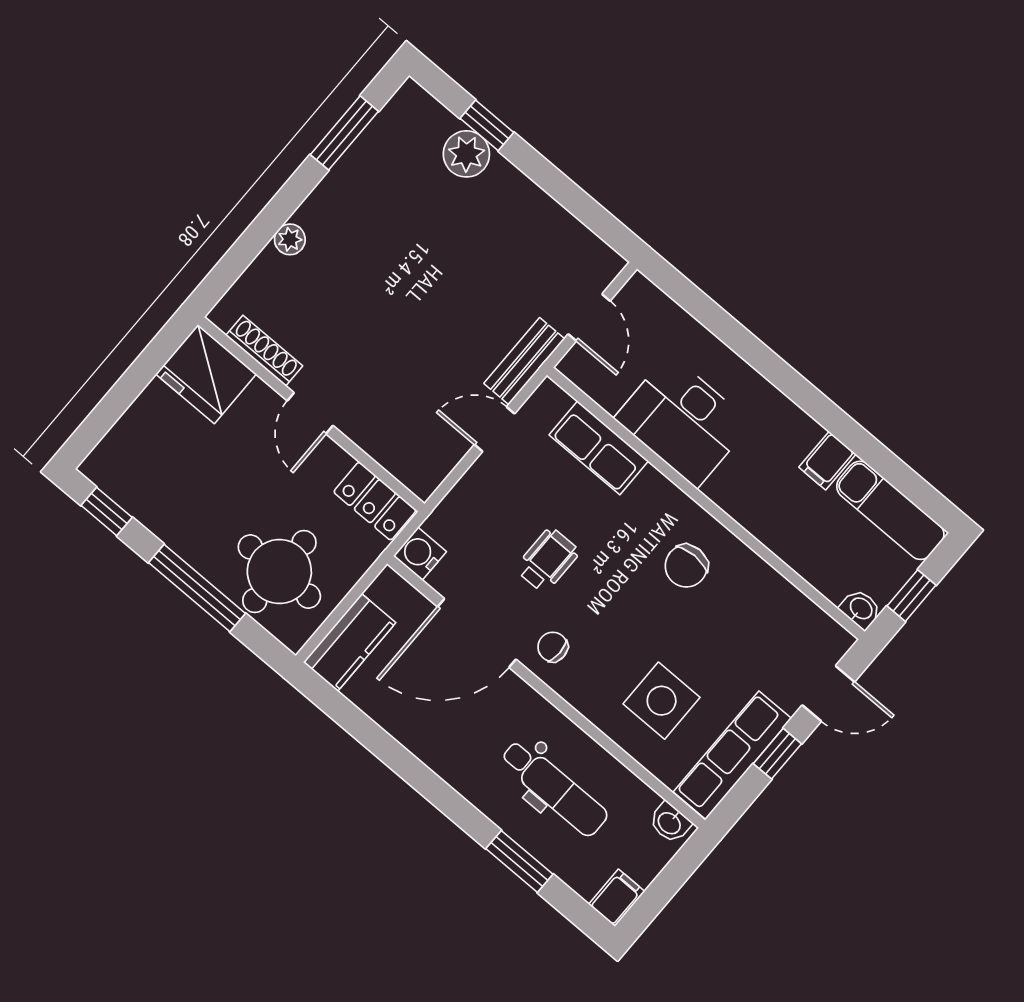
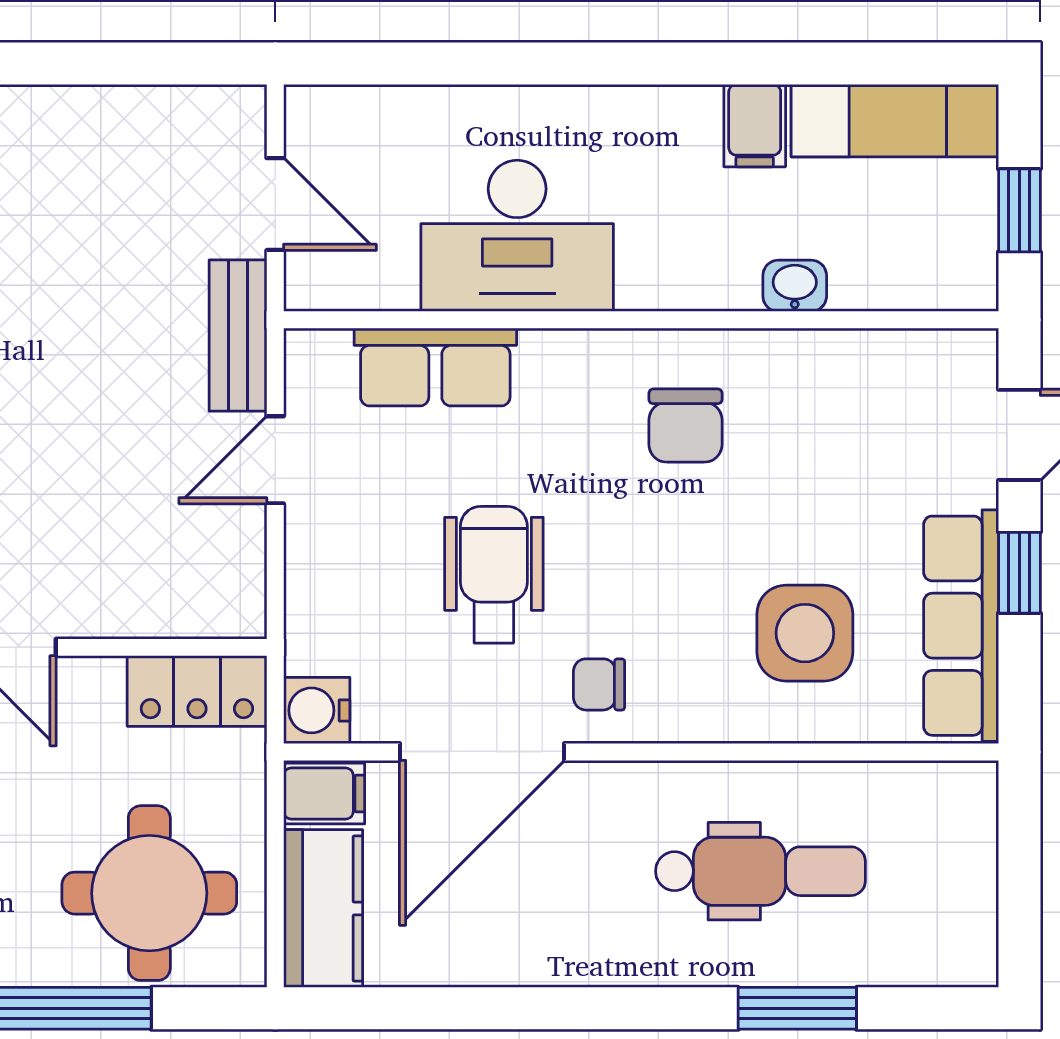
wheelchair: (547, 560) -> (494, 575), width x1.36, depth x1.37
washbasin: (861, 609) -> (795, 286), moved
washbasin: (670, 823) -> (954, 786), removed
filing cabinet: (617, 898) -> (324, 794), moved, turned 90

